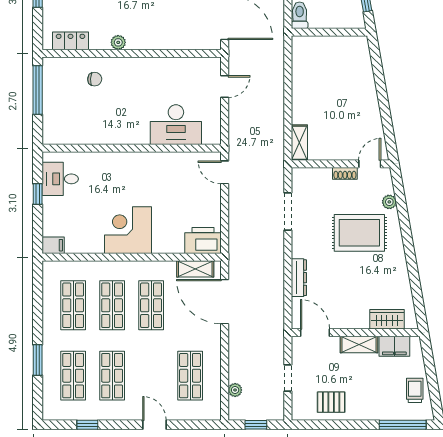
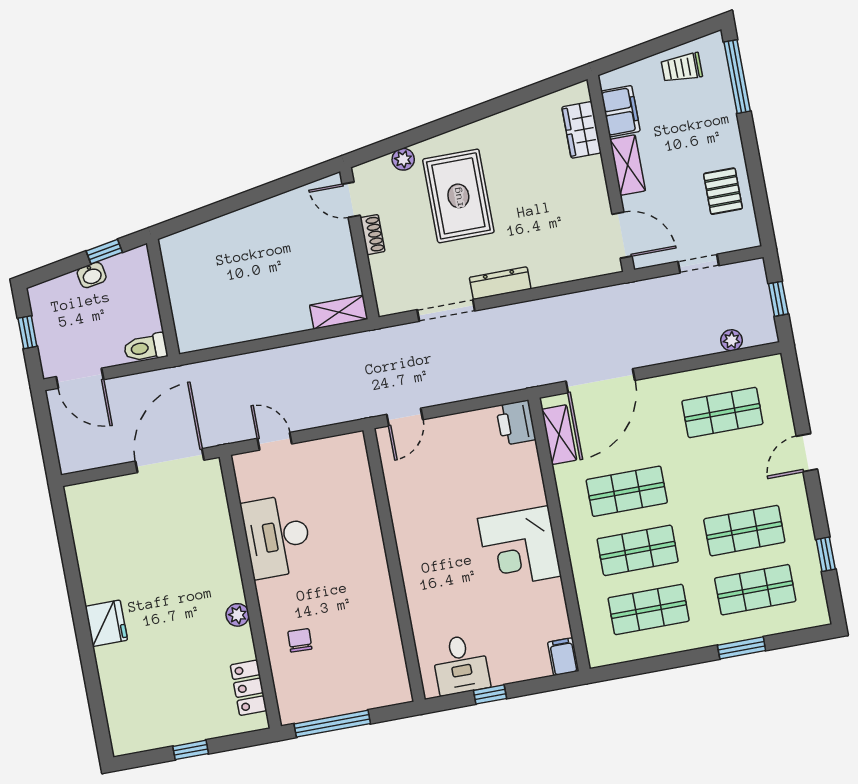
desk: (176, 125) -> (277, 536), moved, turned 180
printer: (203, 240) -> (516, 423), width x0.73, depth x0.84
dresser: (299, 278) -> (500, 283), moved
door: (315, 333) -> (622, 235), swing flipped

